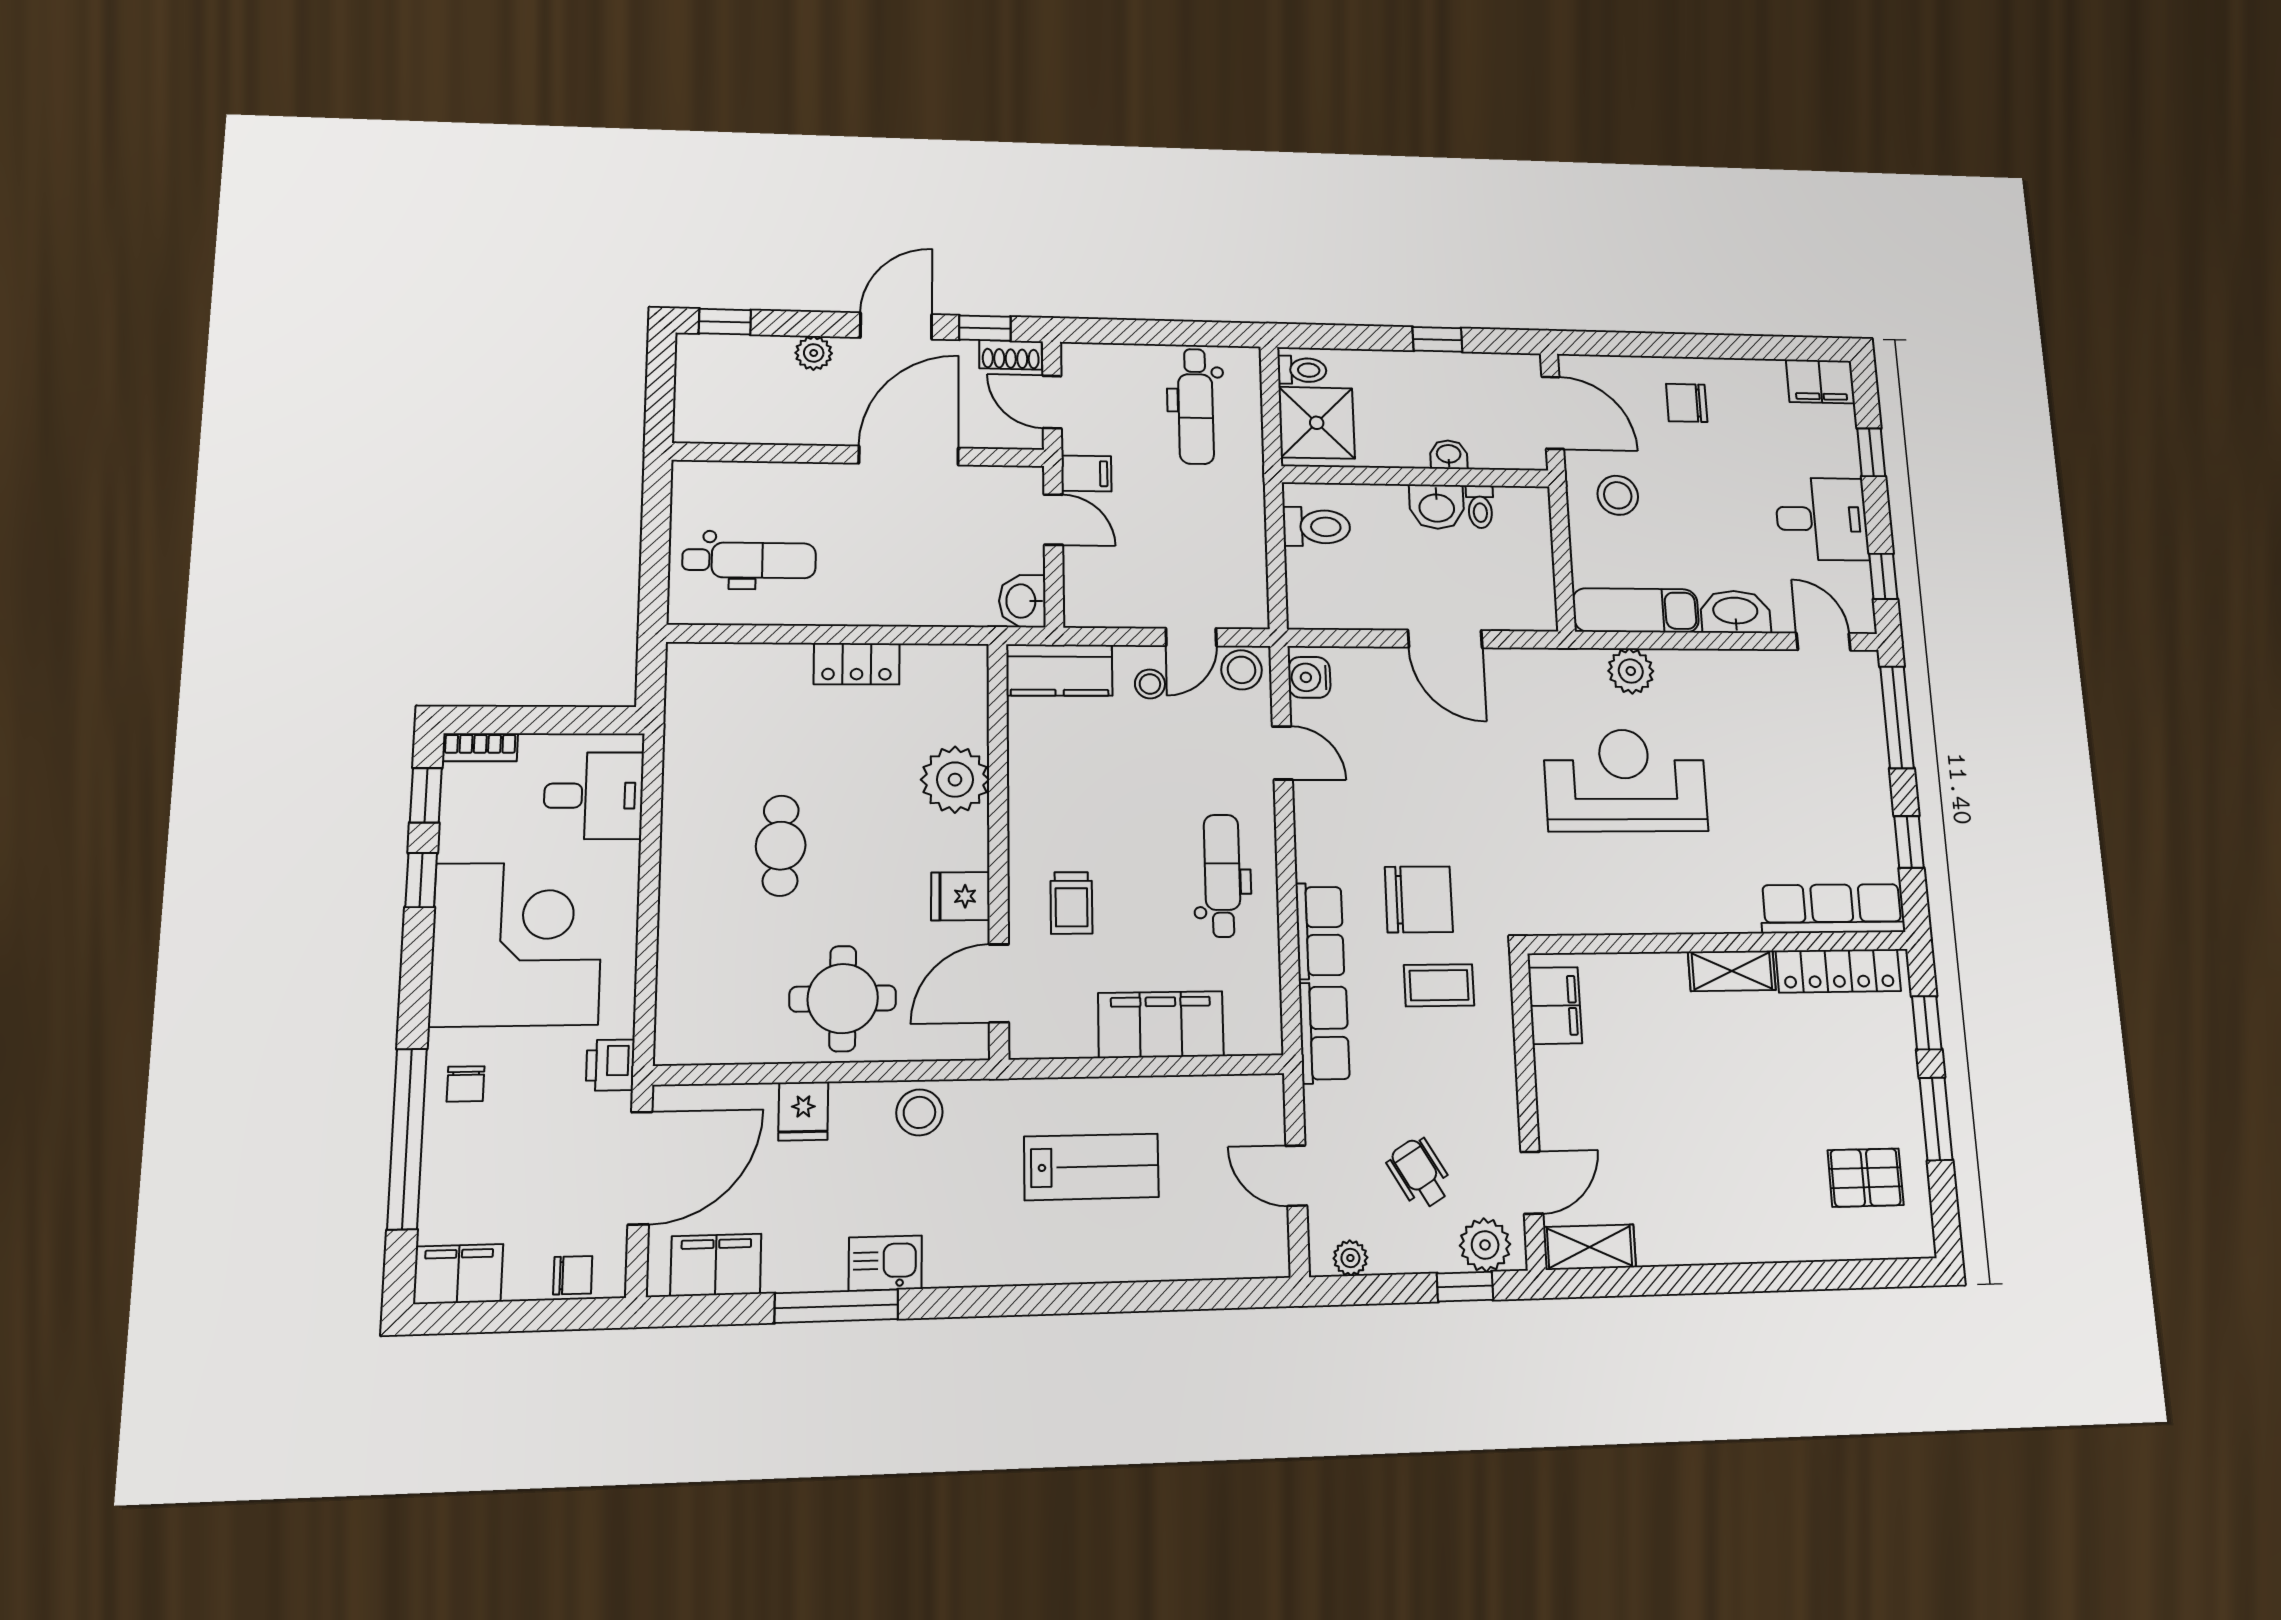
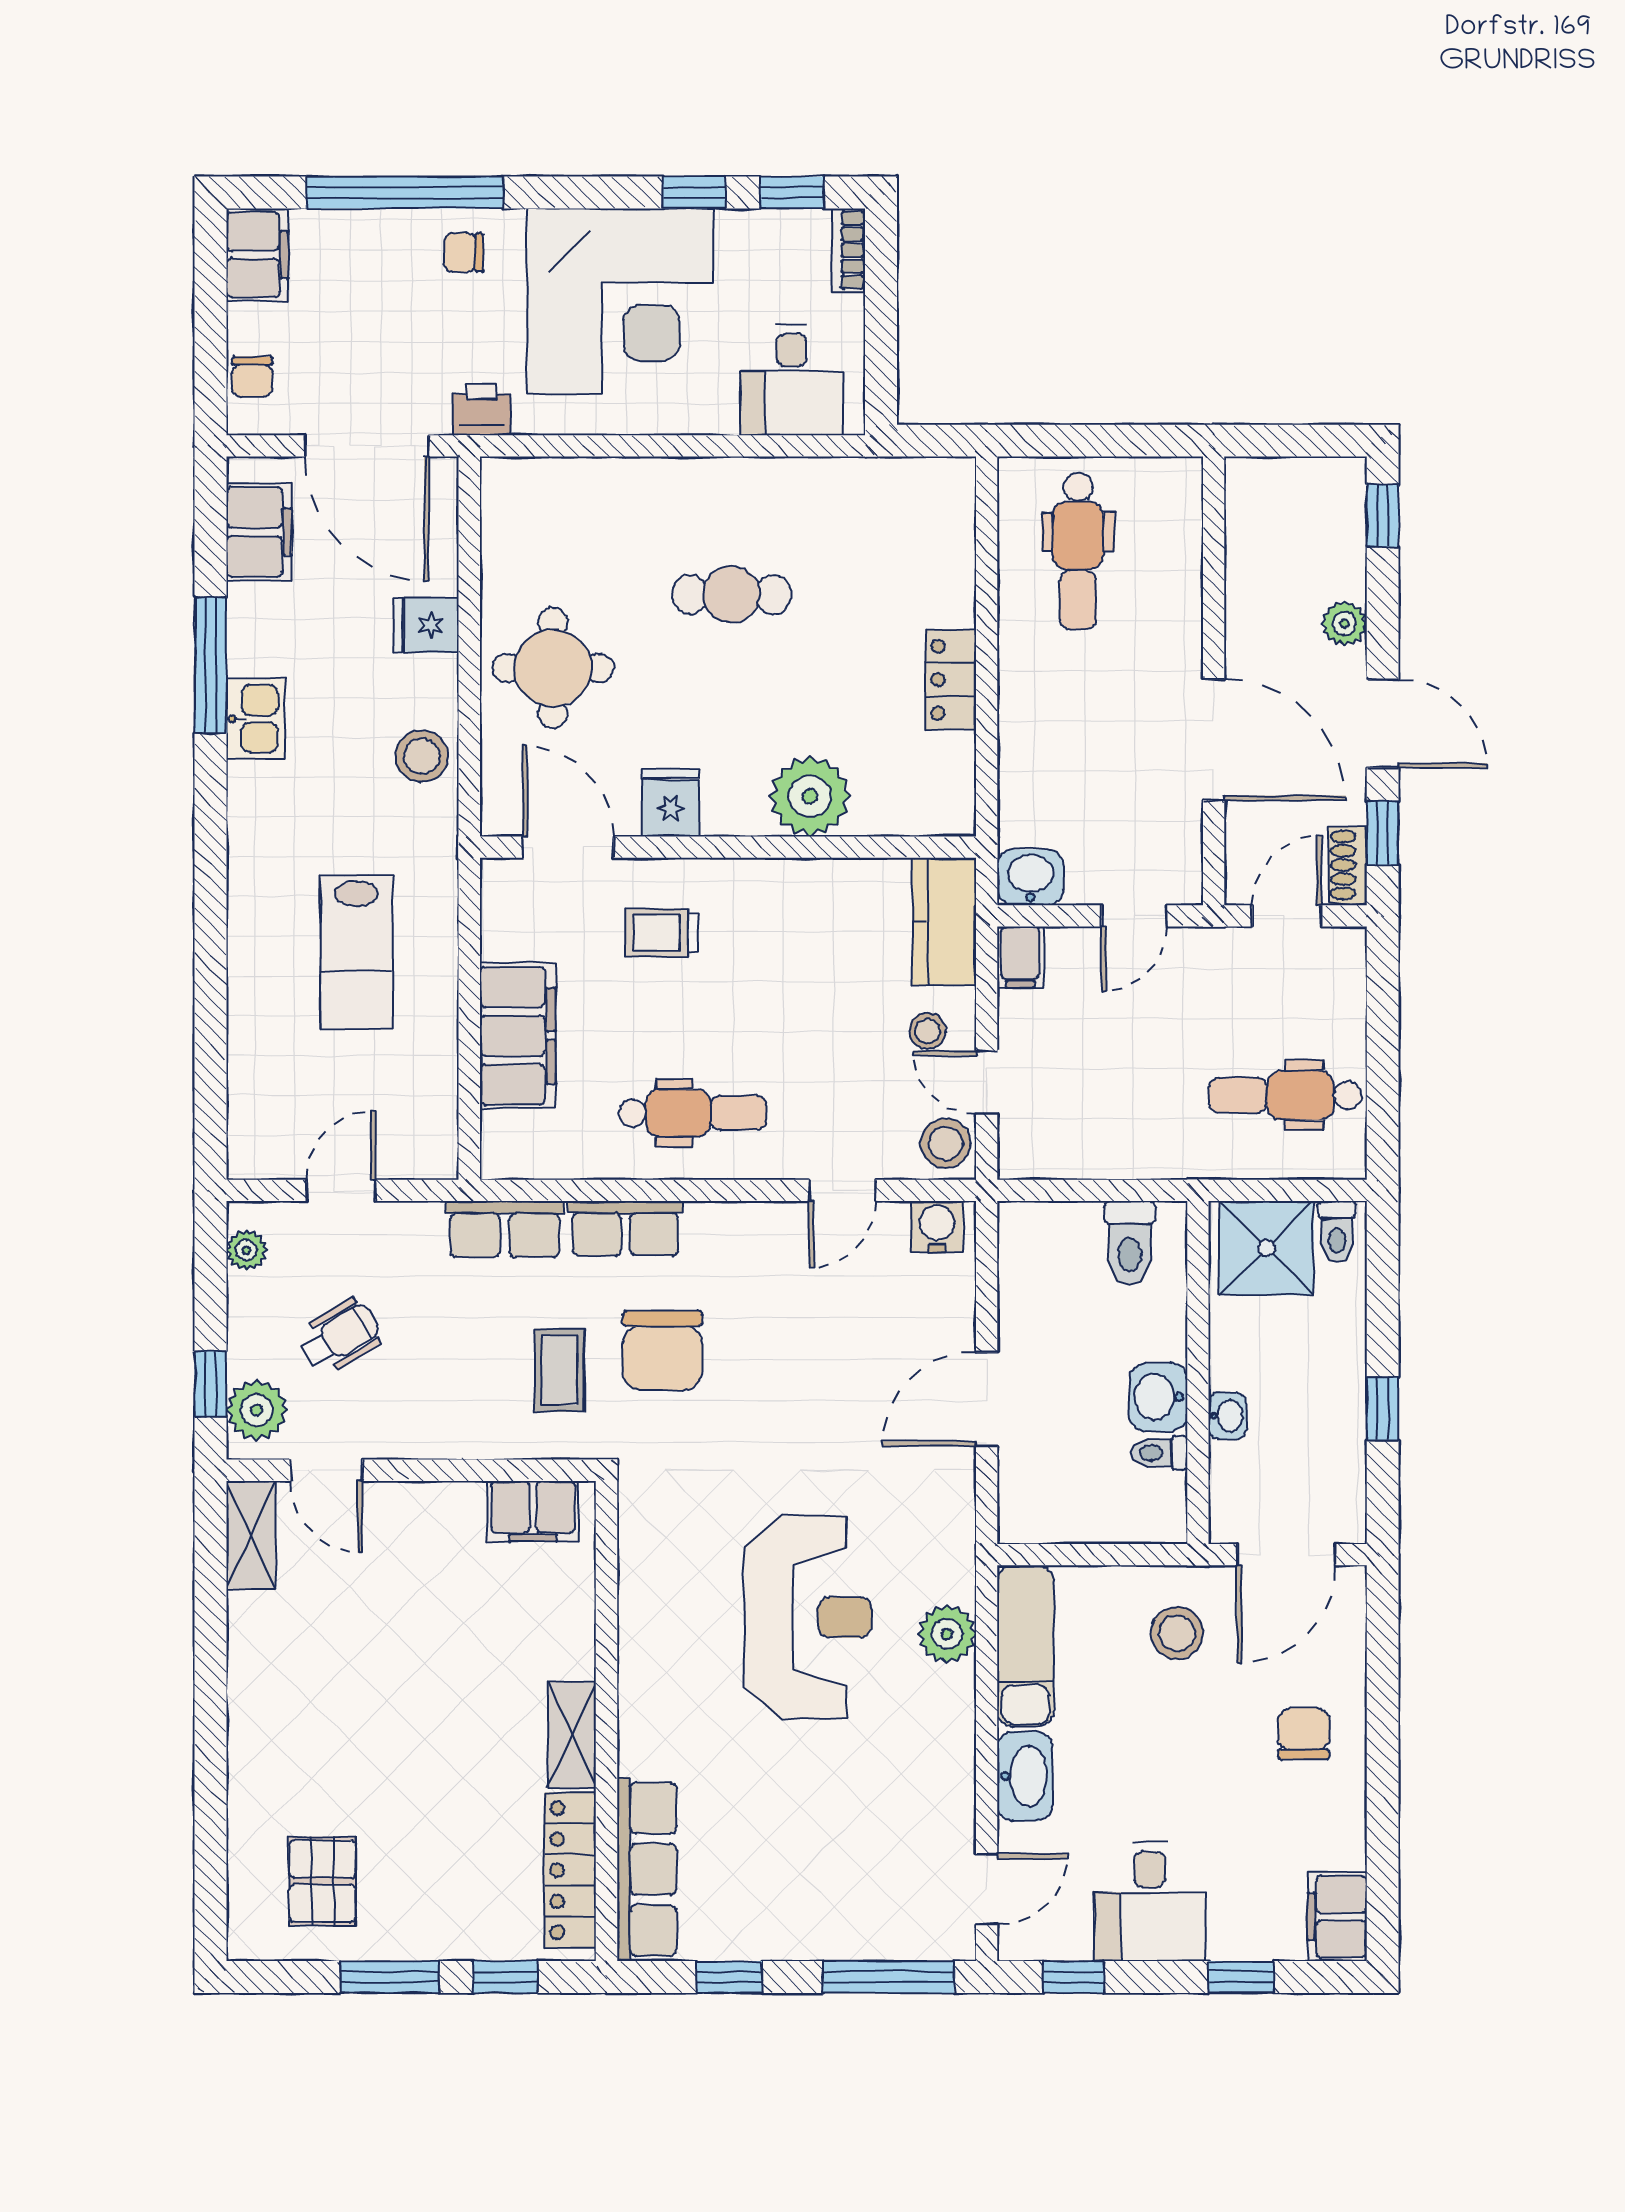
filing cabinet: (1086, 473) -> (1020, 957), moved

